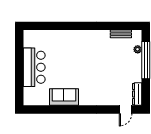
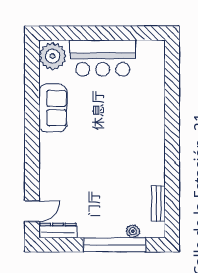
plant: (33, 97) -> (52, 56), added
door: (126, 109) -> (32, 211), swing flipped

